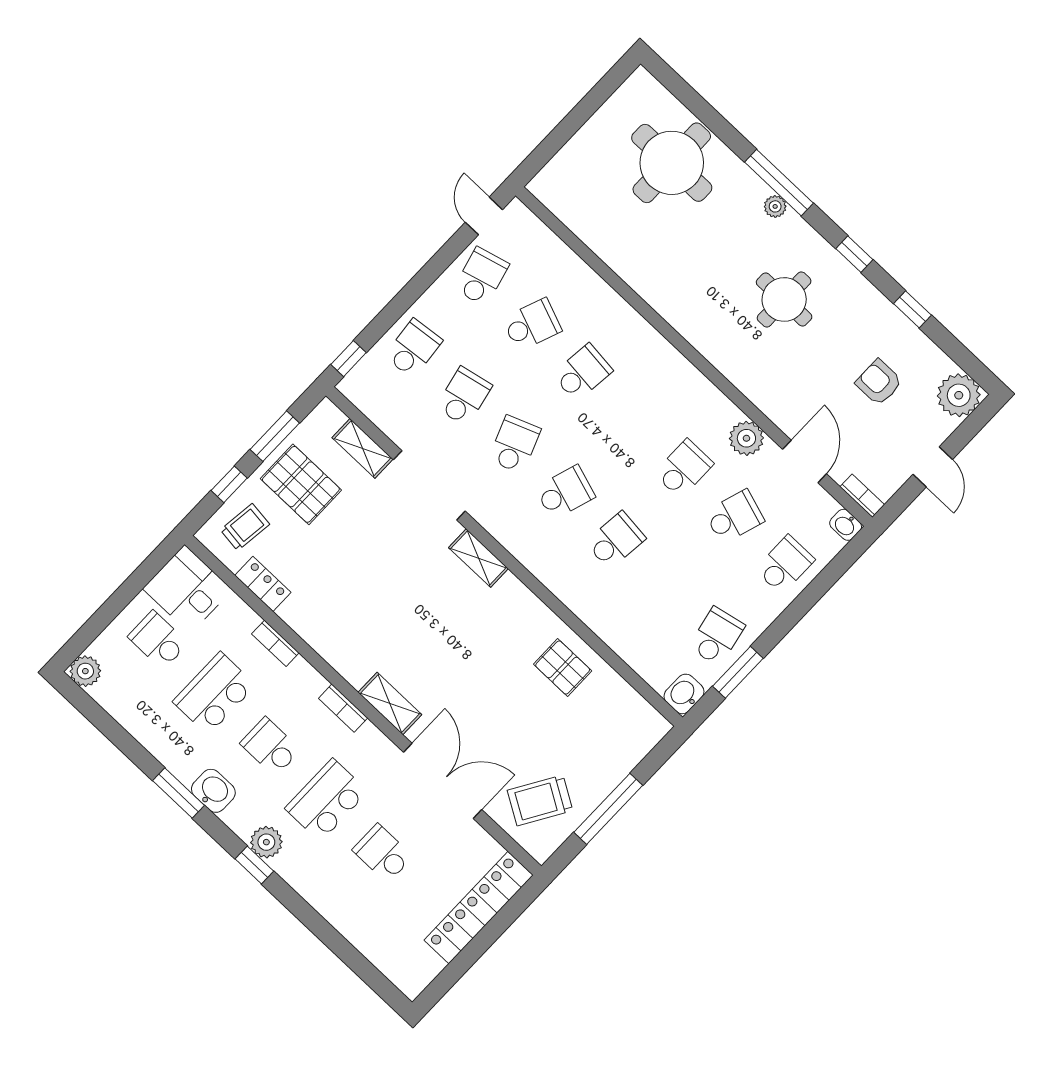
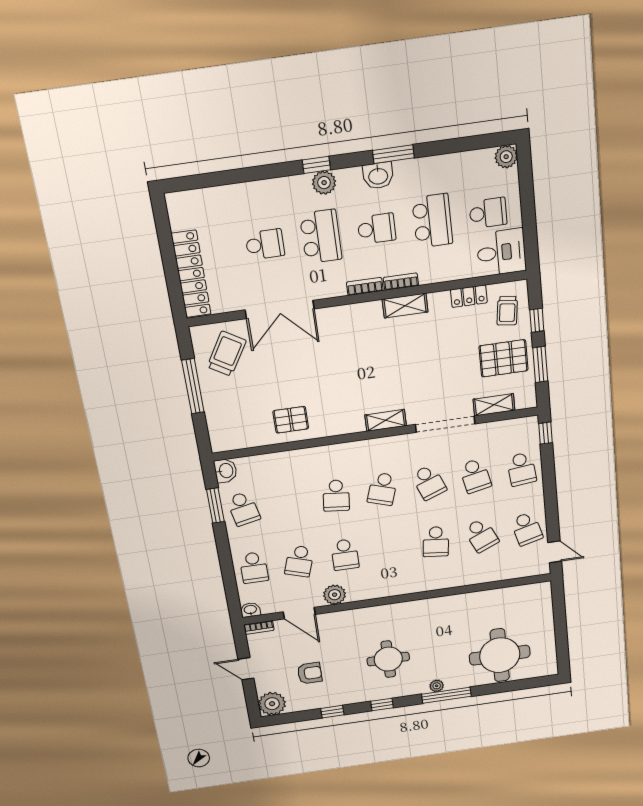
school desk: (532, 325) -> (481, 535), turned -45
bookcase: (275, 643) -> (401, 282), moved
shelving: (390, 704) -> (405, 306), moved

